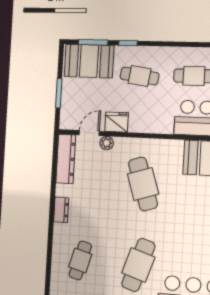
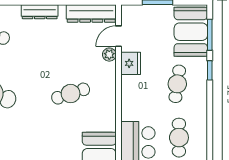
door: (89, 133) -> (118, 36), swing flipped
cafe table: (143, 184) -> (71, 94), width x0.73, depth x0.74
dresser: (61, 210) -> (40, 12), width x1.44

